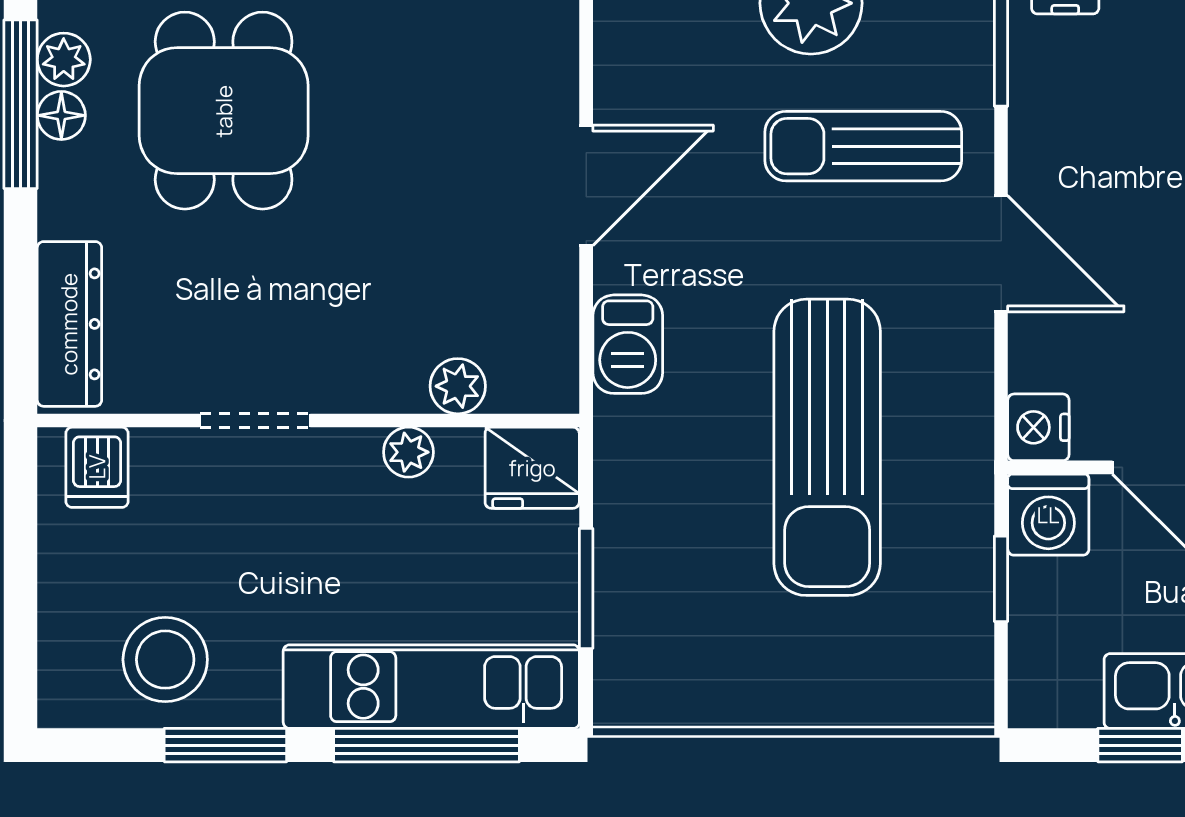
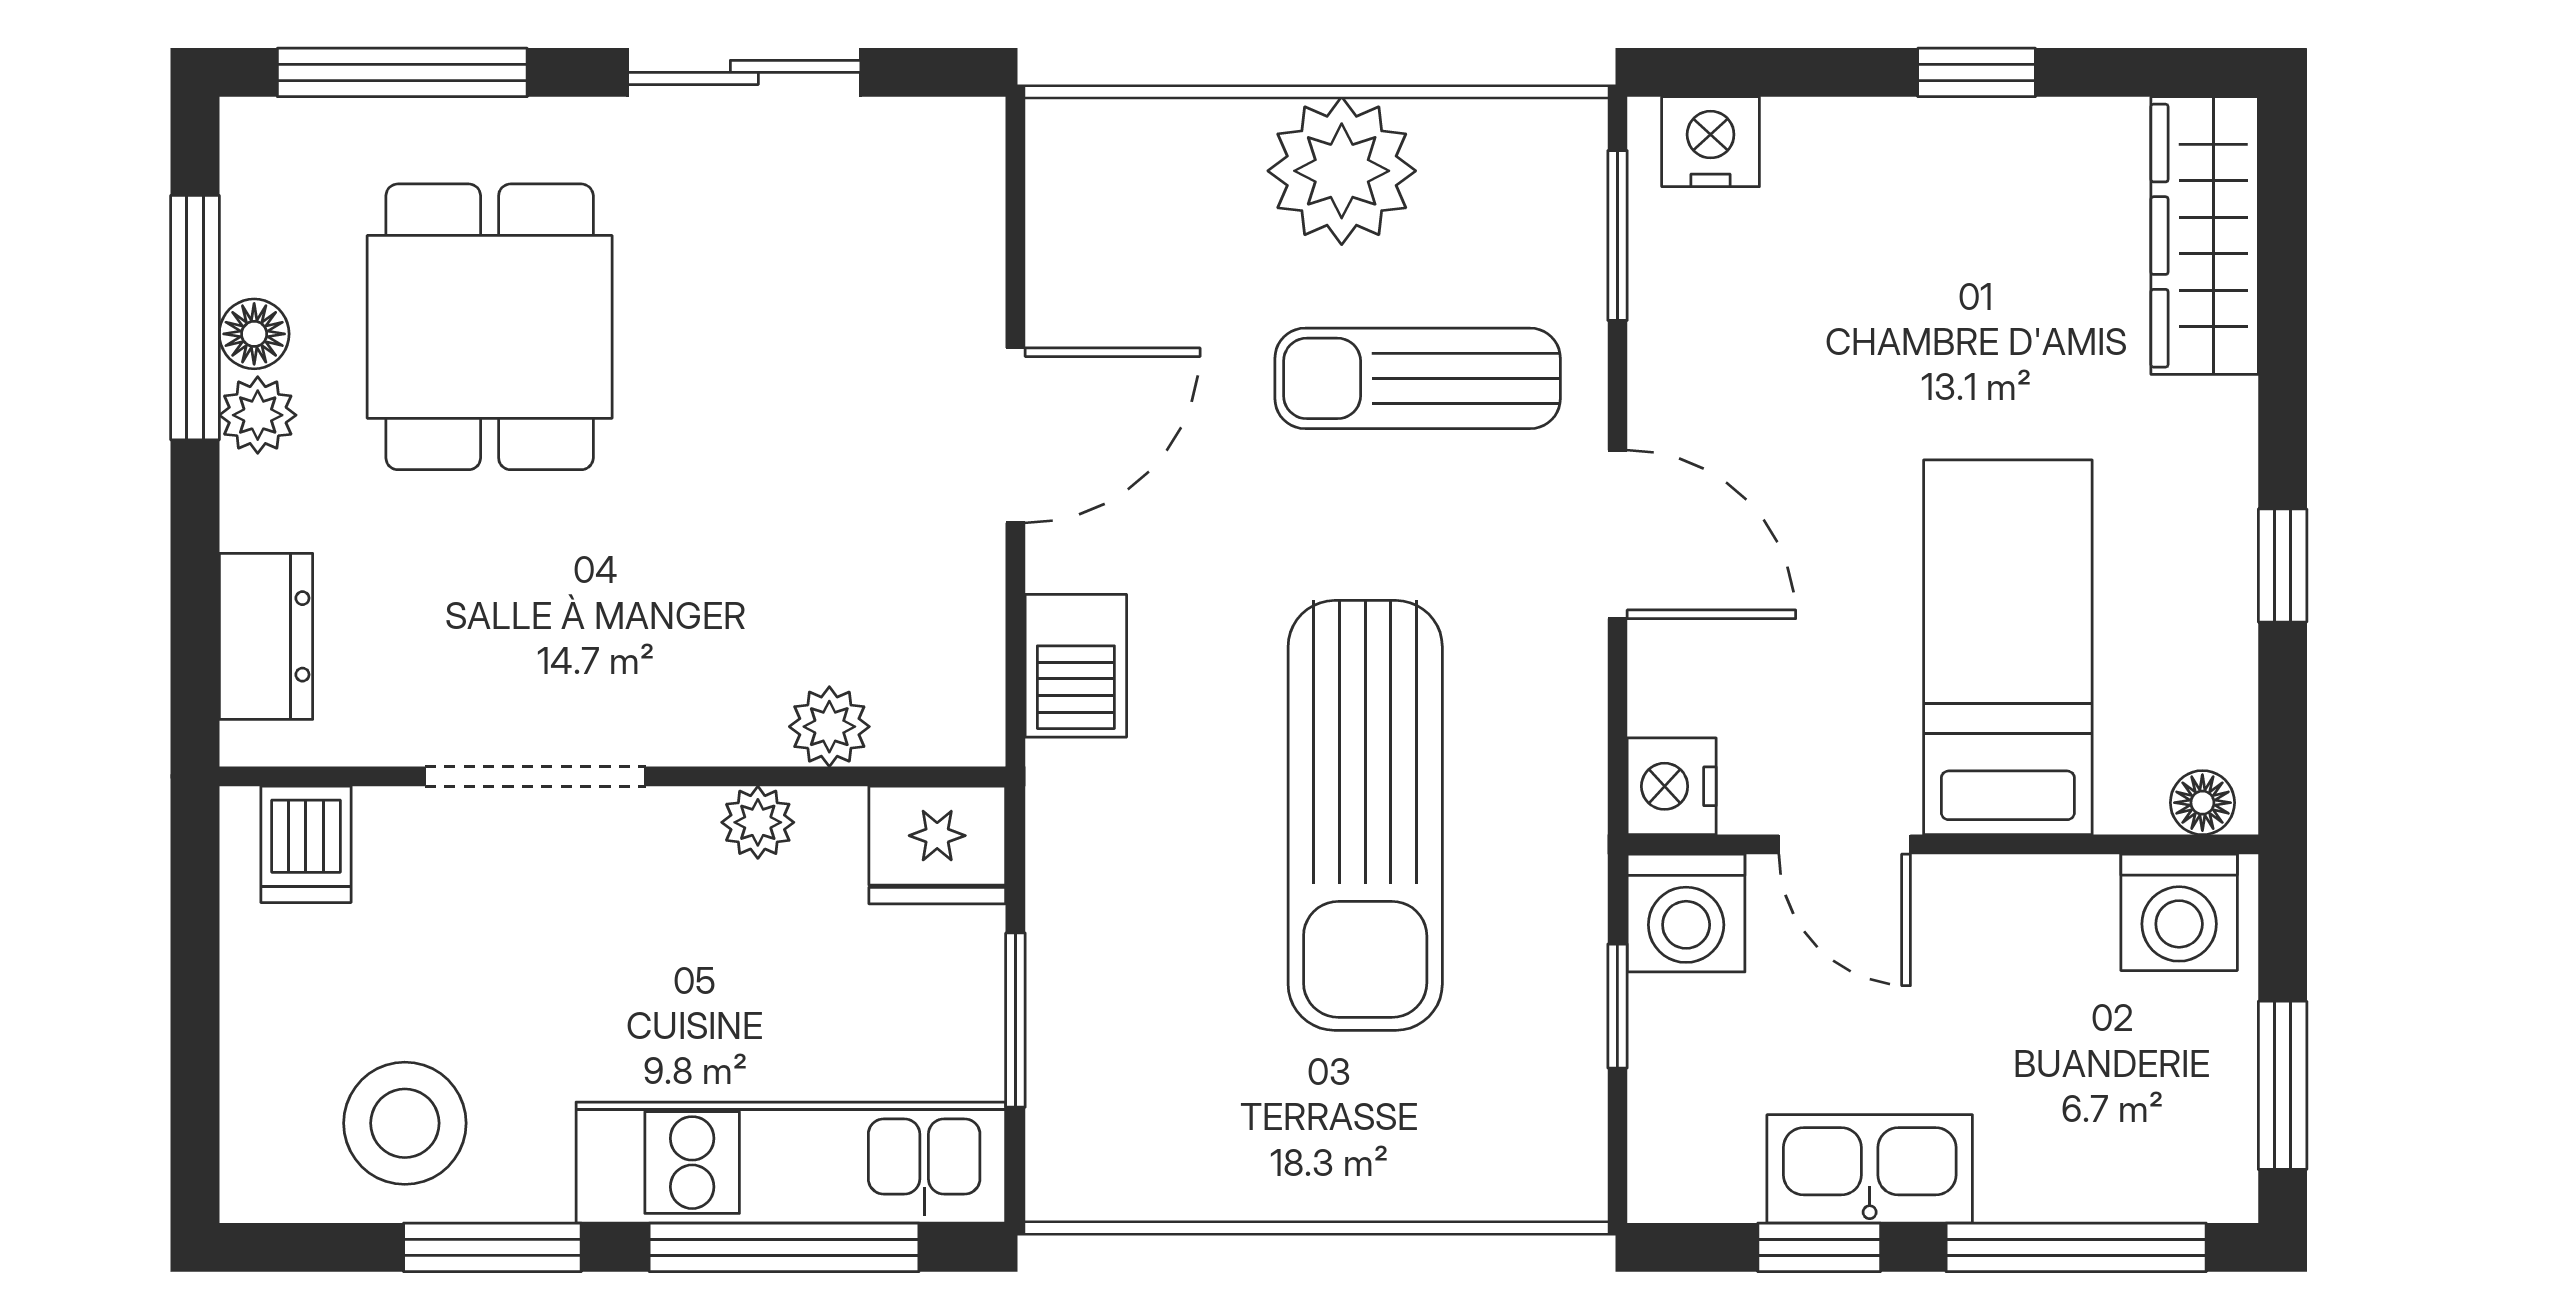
plant: (64, 60) -> (258, 415), moved
dresser: (69, 324) -> (266, 636), width x0.70
doorway: (255, 420) -> (535, 776), width x1.38

